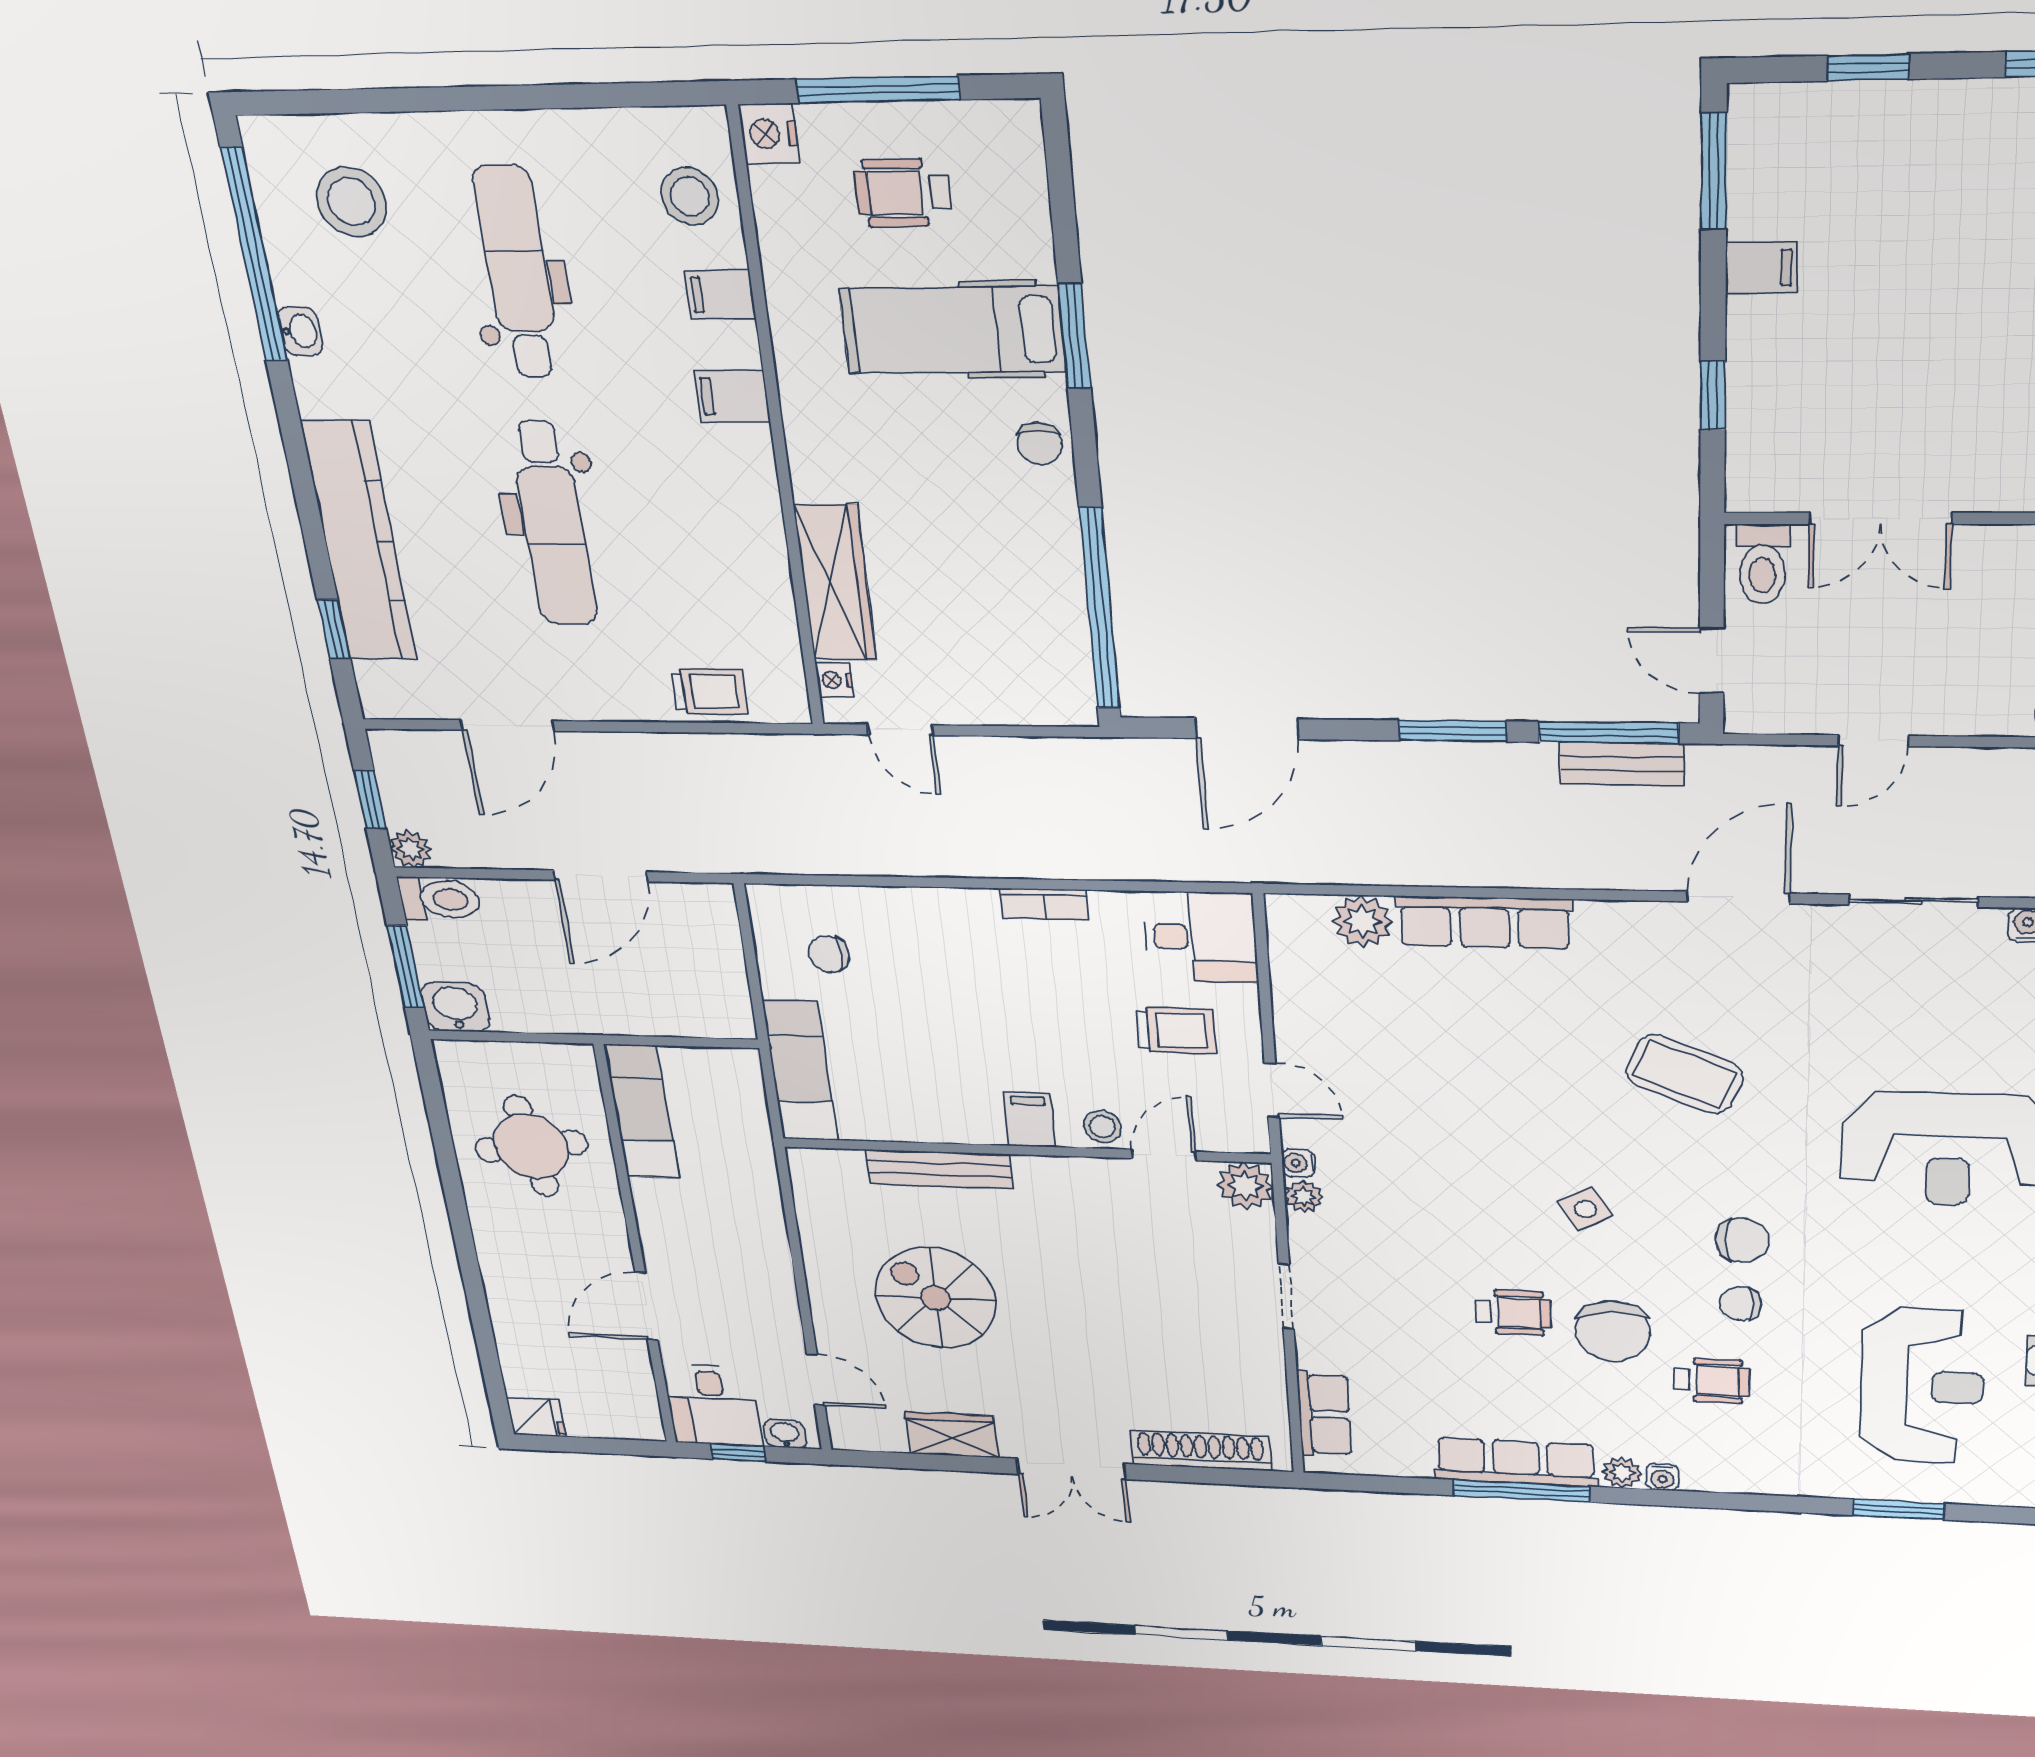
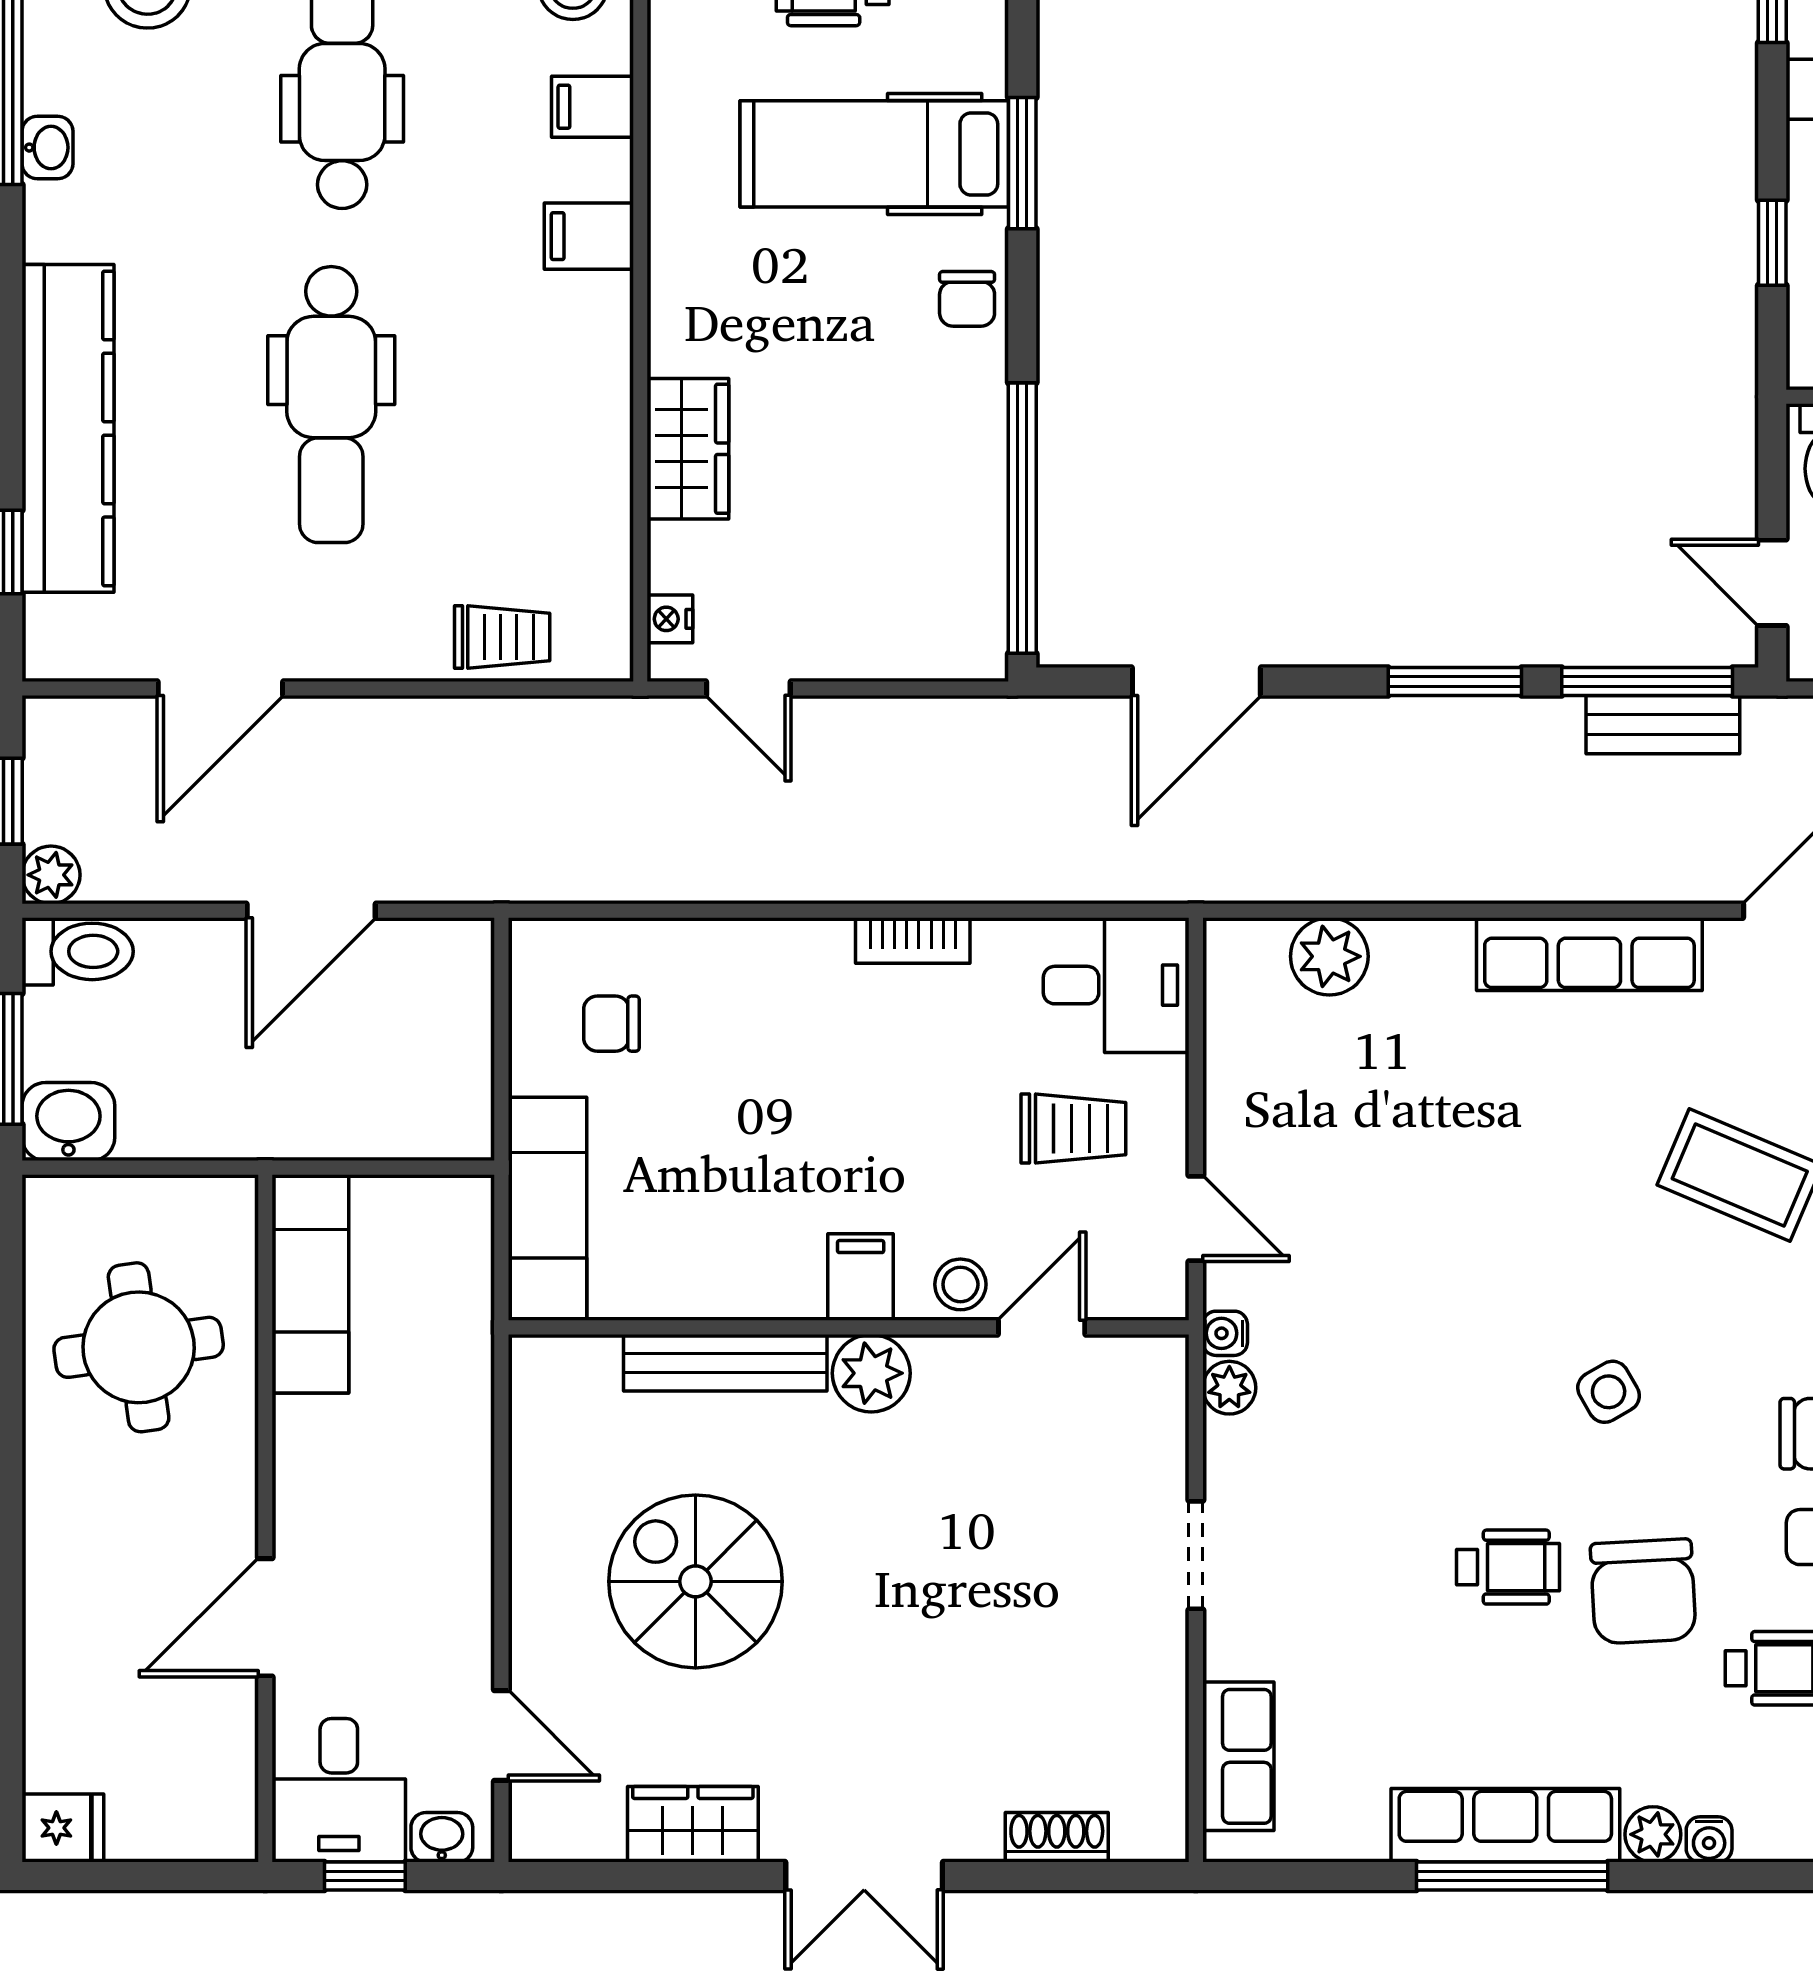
wardrobe: (835, 583) -> (688, 449), width x0.67
row of seats: (1484, 922) -> (1589, 954), moved
plant: (1245, 1186) -> (871, 1373), moved
shoe rack: (1201, 1451) -> (1057, 1837), width x0.51, depth x0.81

